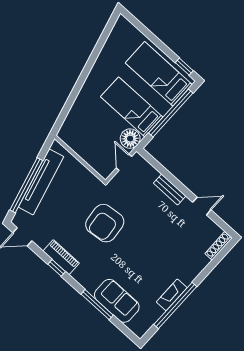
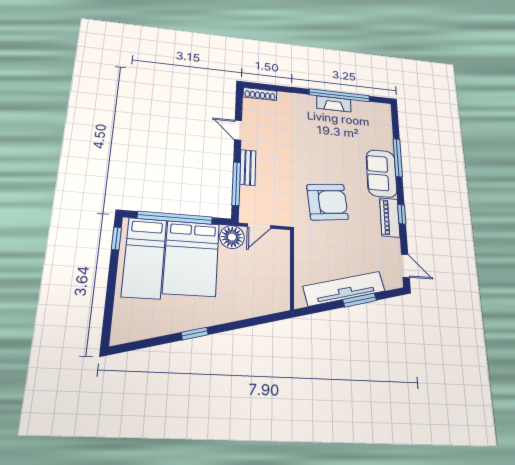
window: (88, 67) -> (195, 334), added
bed: (132, 107) -> (191, 258), width x1.50
window: (164, 172) -> (236, 184), added
window: (26, 185) -> (360, 300), width x0.47
sofa: (117, 301) -> (381, 173), moved

